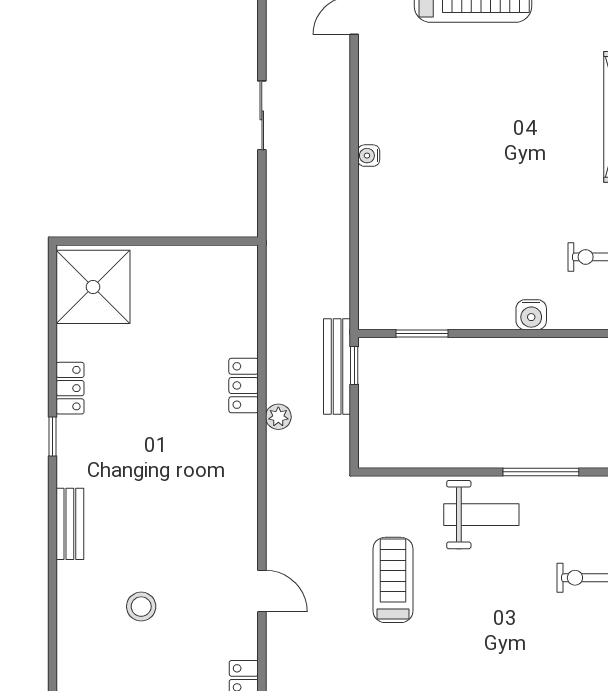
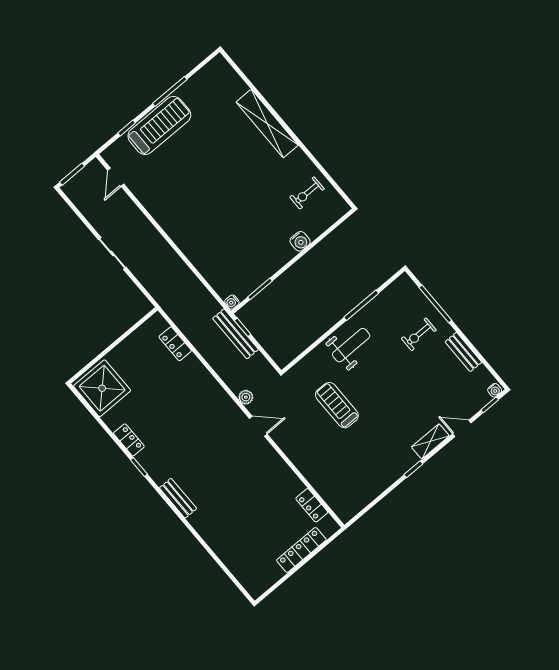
water cooler: (369, 156) -> (232, 302), moved
locker: (244, 385) -> (175, 344), moved
plant: (278, 417) -> (246, 397), moved
door: (262, 591) -> (258, 426), moved
stool: (141, 607) -> (239, 508), removed

